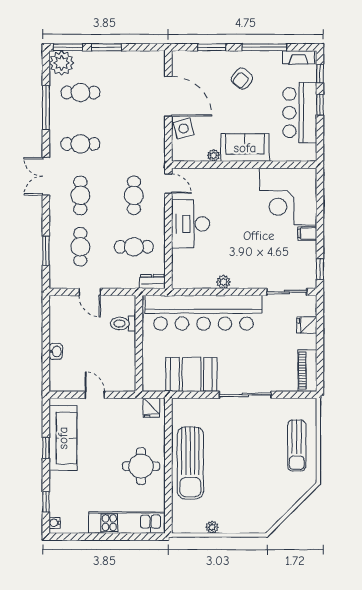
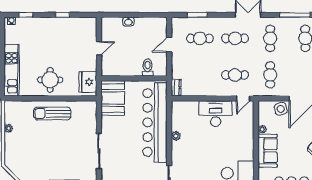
cafe table: (134, 247) -> (270, 75), moved
booth: (191, 374) -> (113, 98), moved
fridge: (151, 408) -> (88, 82), width x1.88, depth x1.34
sofa: (63, 438) -> (69, 27), removed
sun lounger: (190, 463) -> (52, 113), width x0.73, depth x0.75

